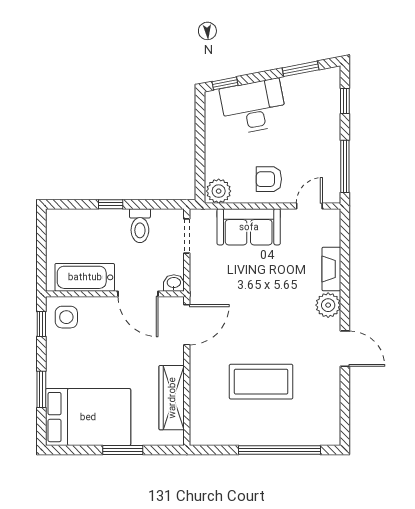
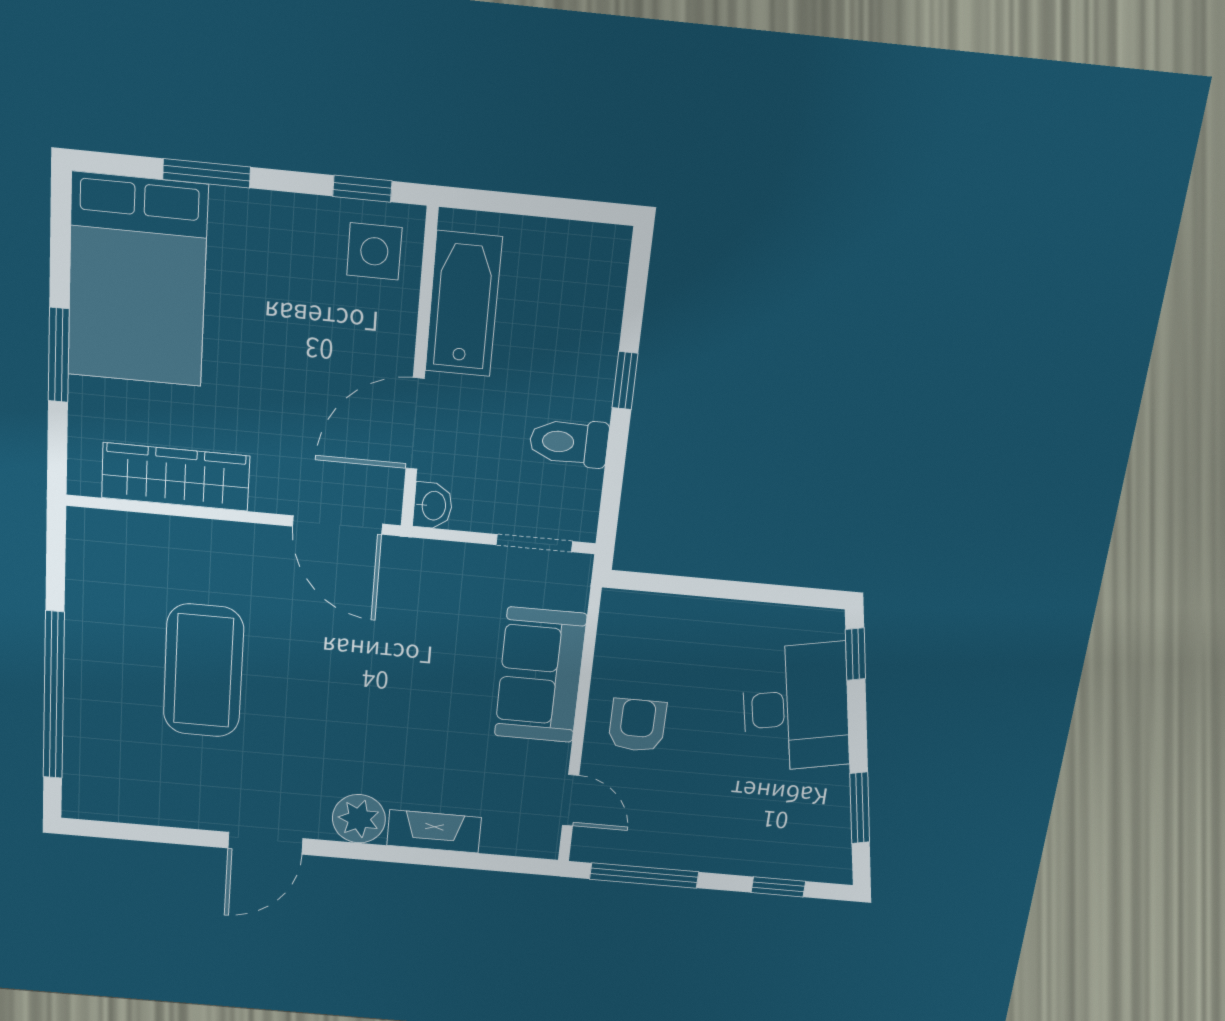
plant: (219, 191) -> (625, 620), removed

